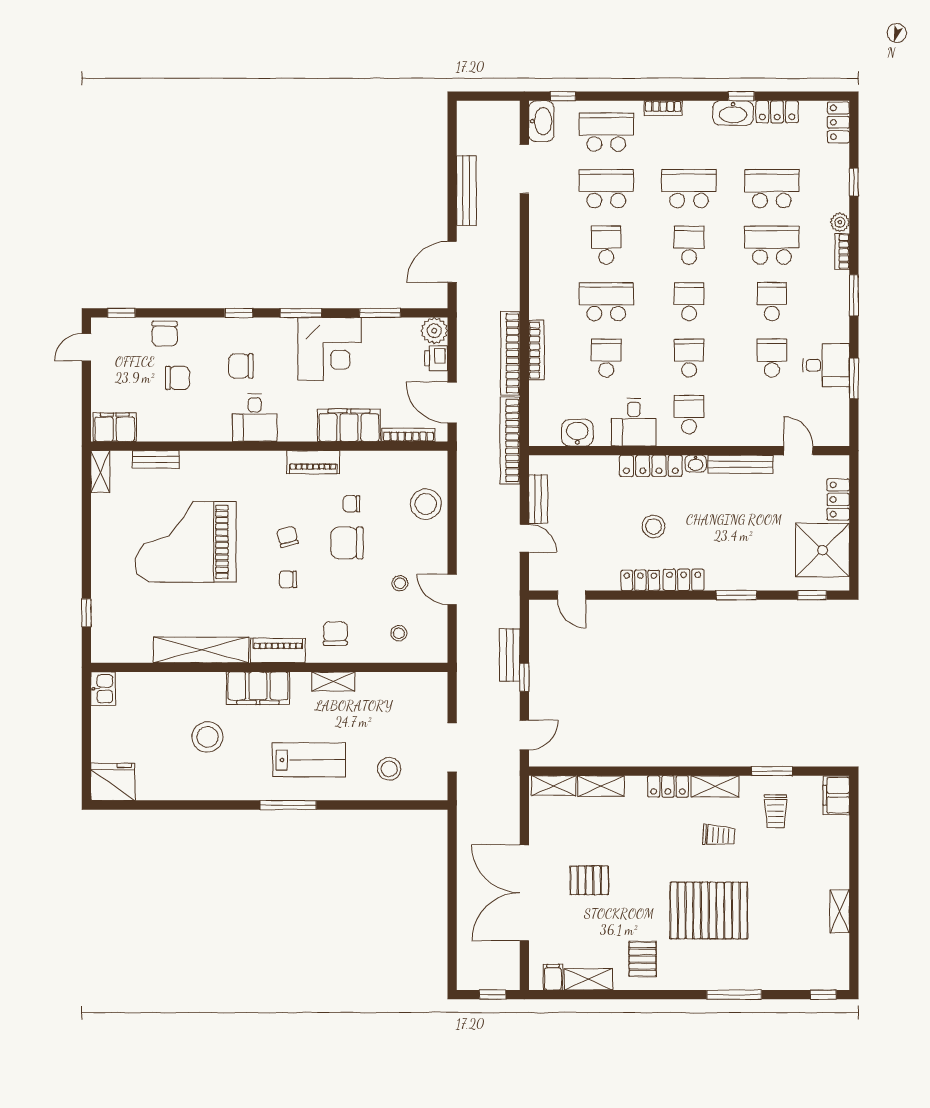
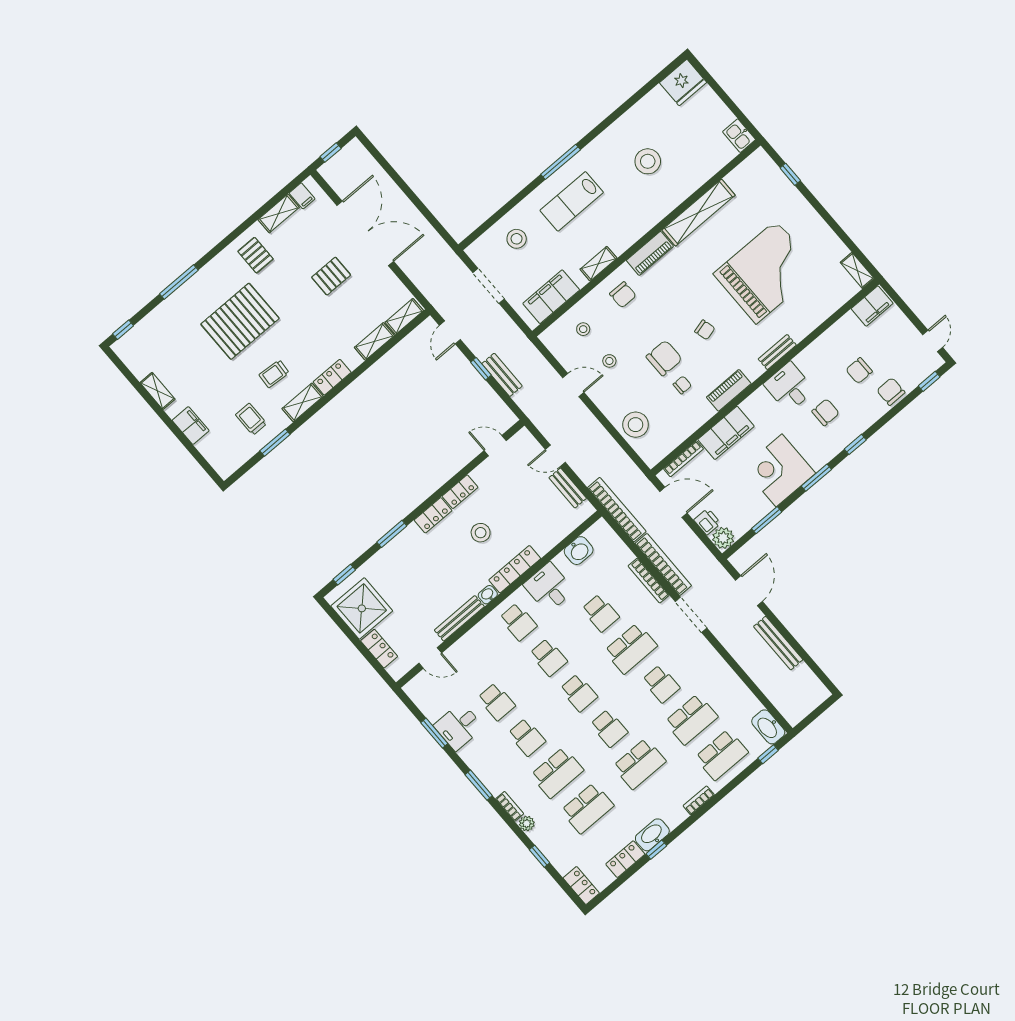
doorway: (524, 169) -> (691, 615), moved
bench: (156, 459) -> (777, 352), moved
chair: (288, 579) -> (682, 303), removed
filing cabinet: (258, 688) -> (551, 297), moved
filing cabinet: (836, 795) -> (191, 426), moved

